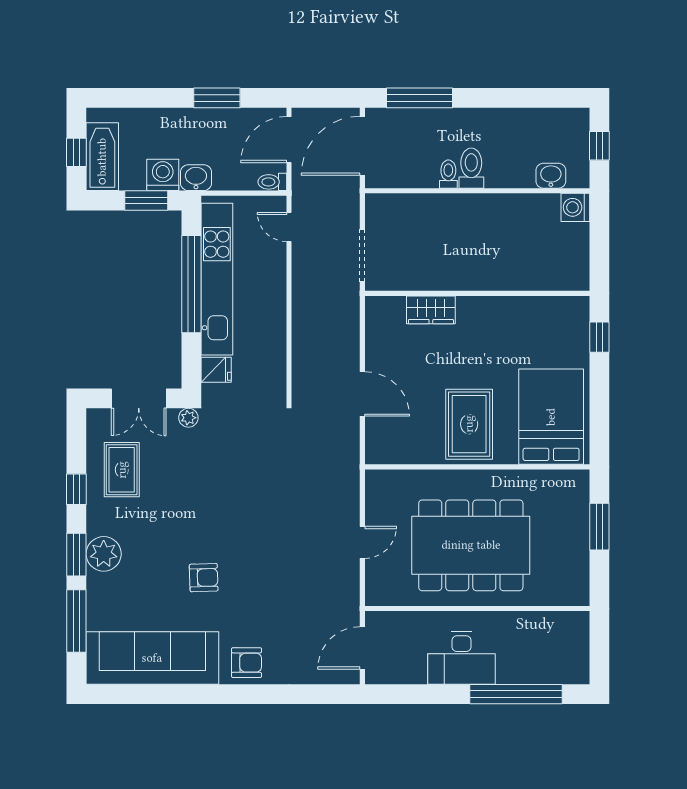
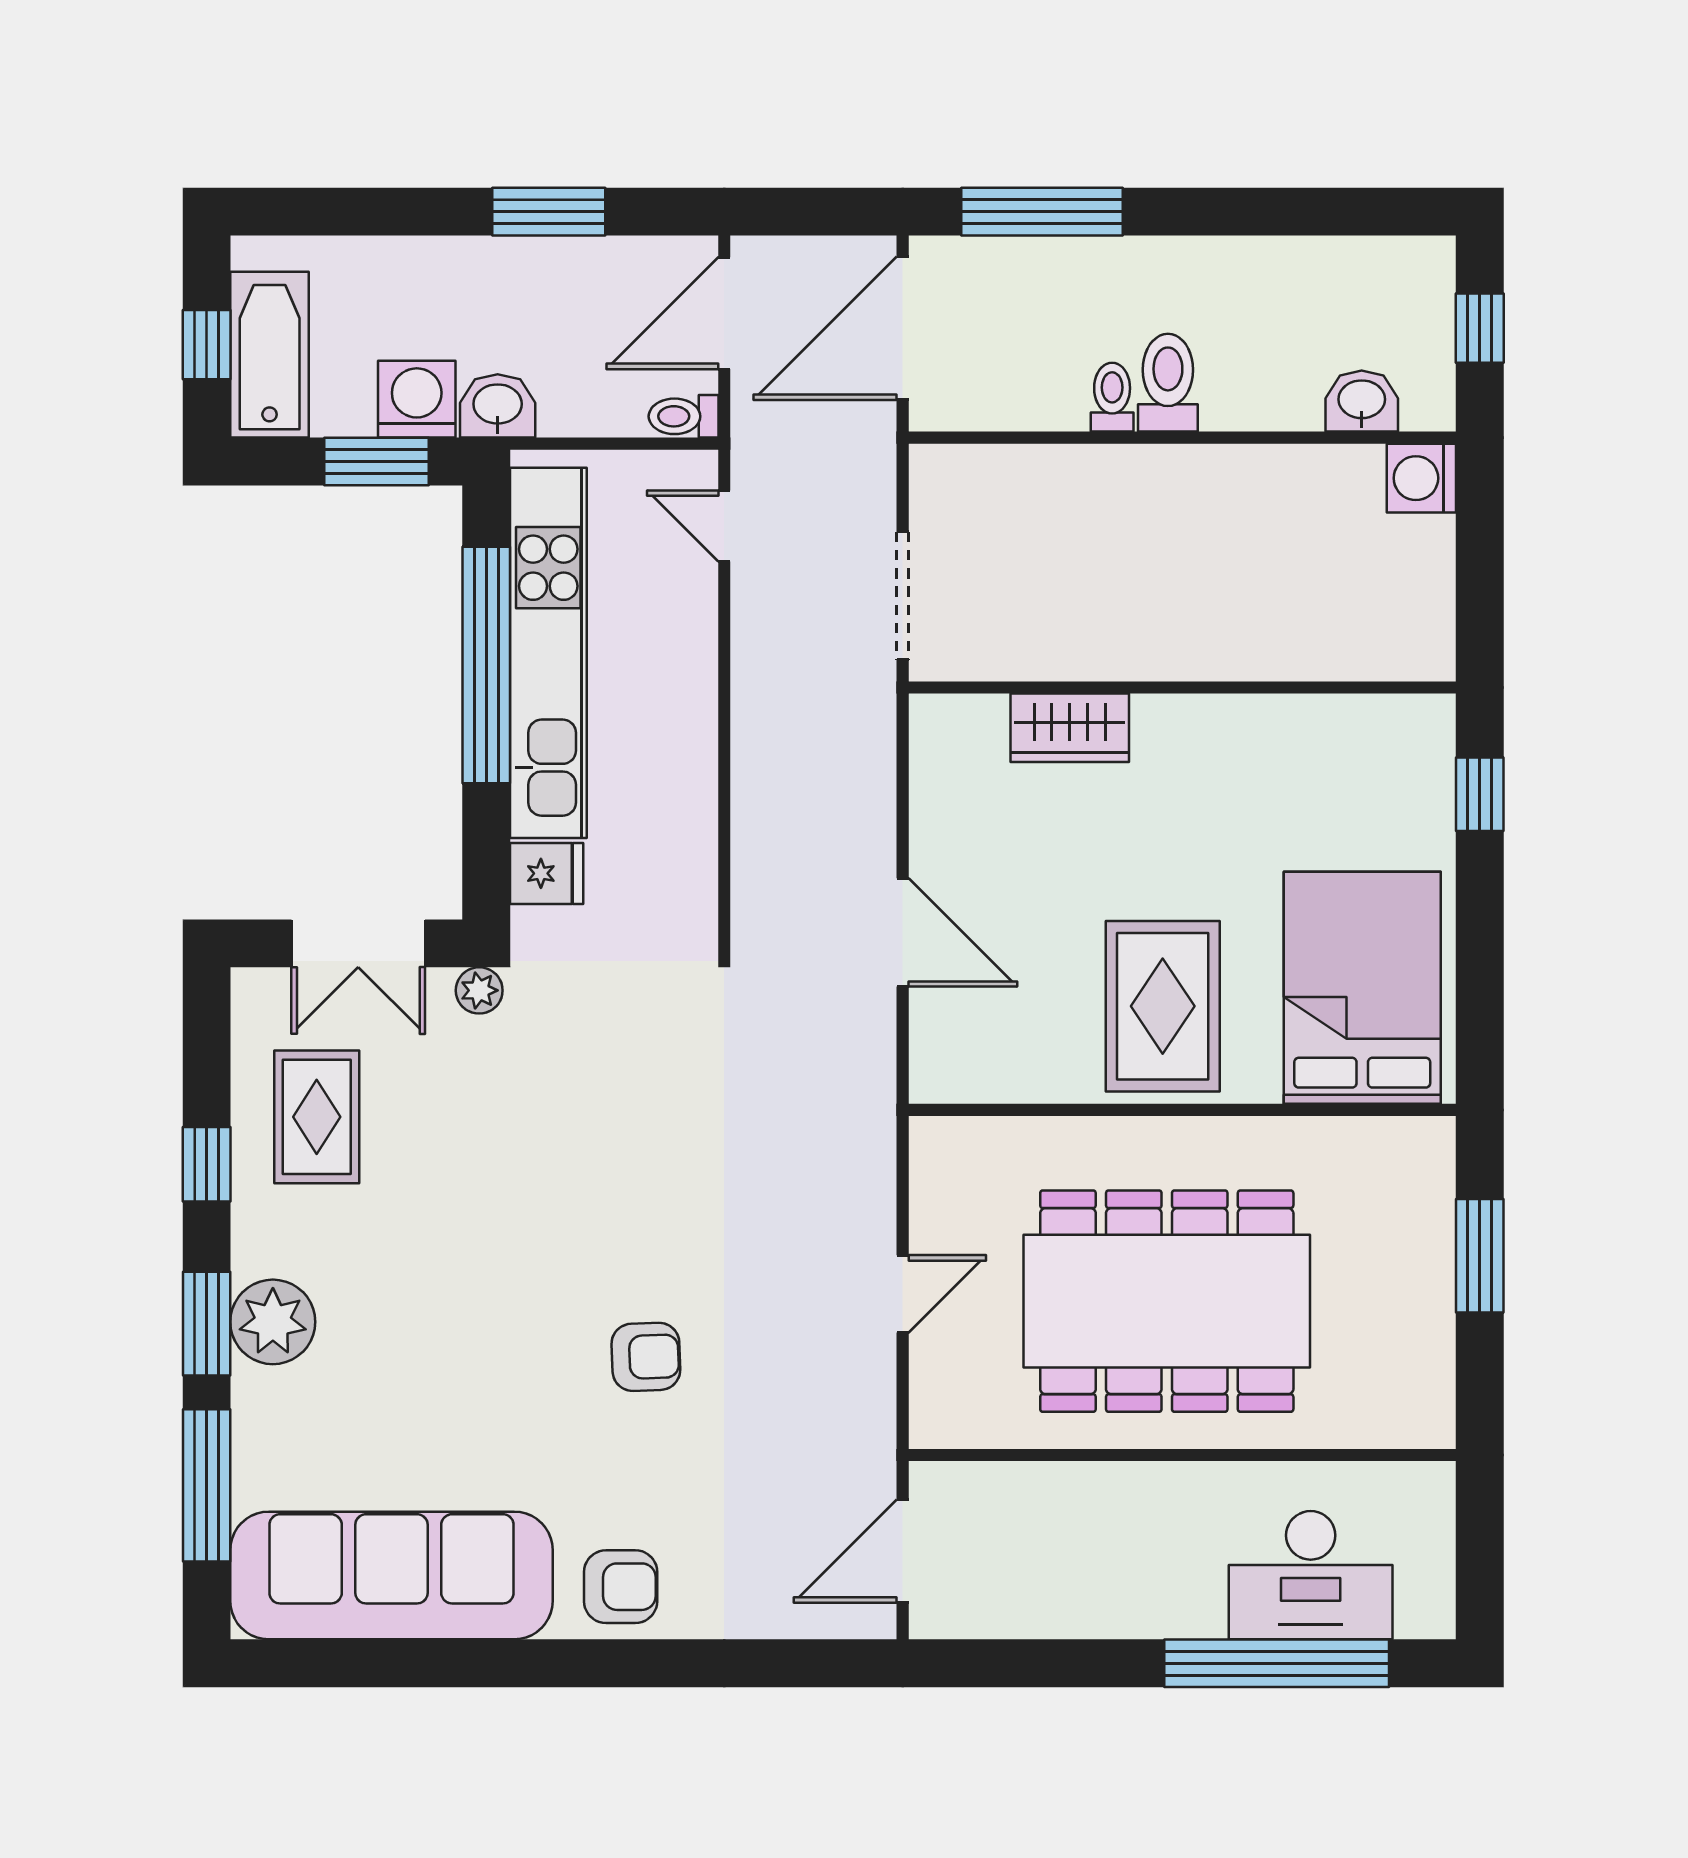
armchair: (204, 578) -> (646, 1357), moved
desk: (462, 658) -> (1311, 1575), moved

